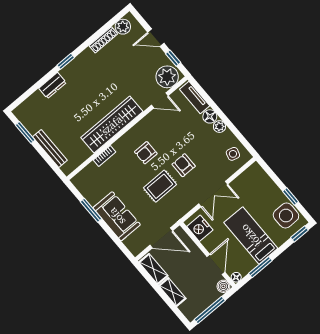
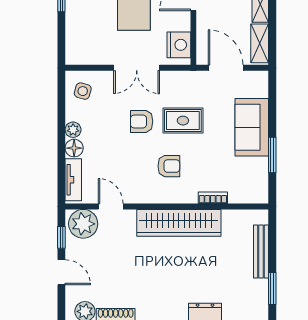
armchair: (184, 165) -> (142, 121), turned 90
double door: (213, 194) -> (137, 68), swing flipped

